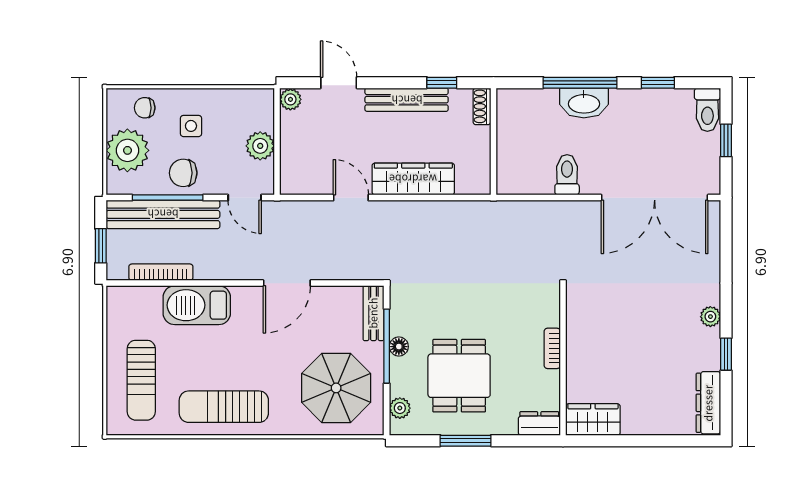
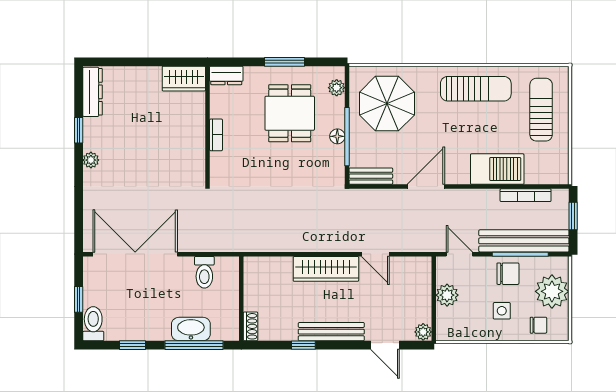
shoe rack: (482, 106) -> (250, 326), moved
wall: (494, 141) -> (241, 299), moved
bench: (373, 313) -> (371, 176), moved, turned 90

